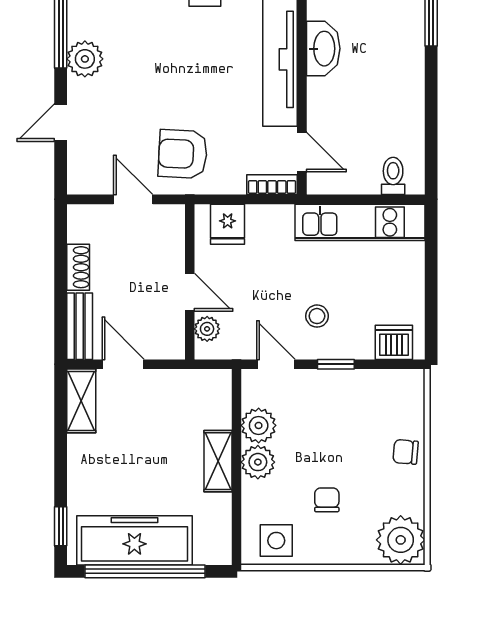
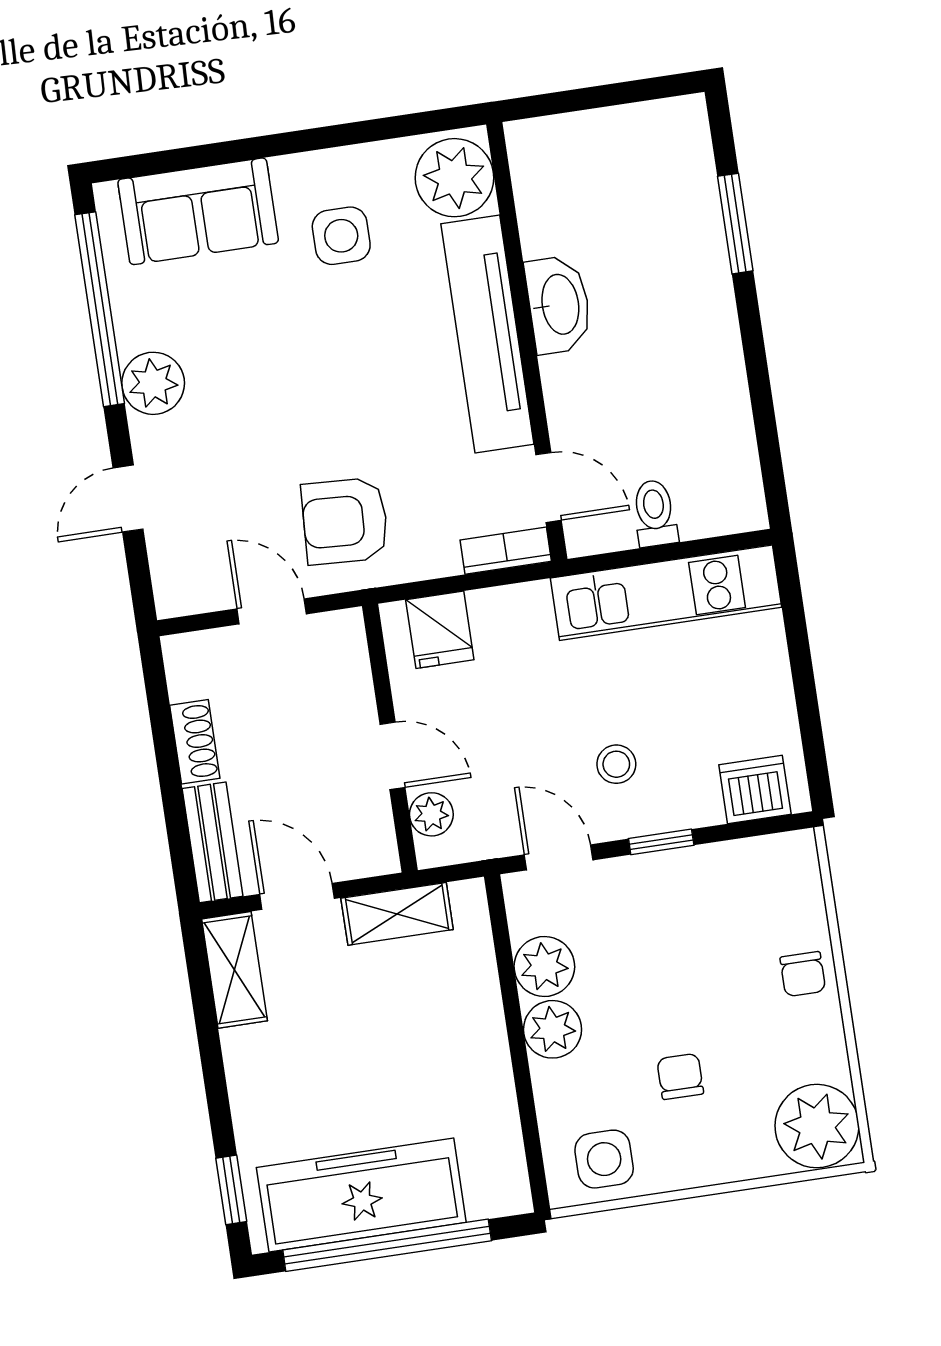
toilet: (393, 176) -> (655, 513), moved
chair: (406, 452) -> (803, 974), turned -95
shelving: (218, 461) -> (397, 914), moved, turned 90

